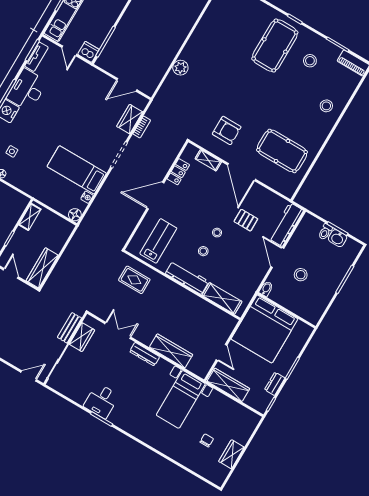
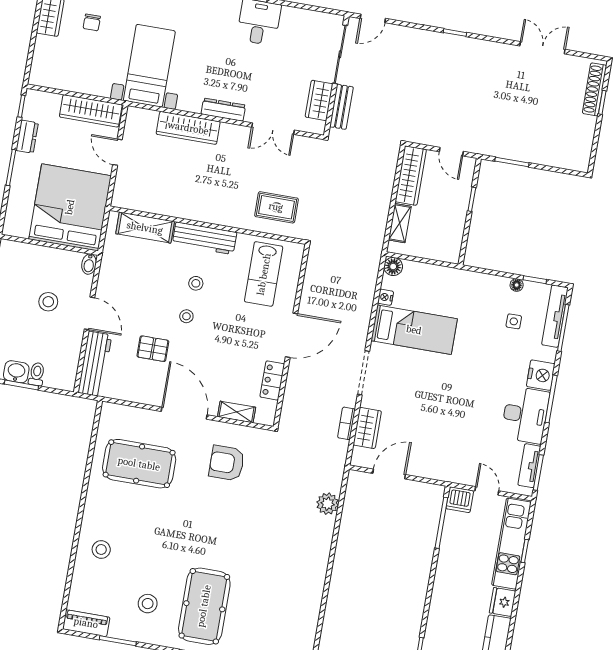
plant: (180, 68) -> (328, 504), moved
shelving: (30, 217) -> (400, 223), moved

